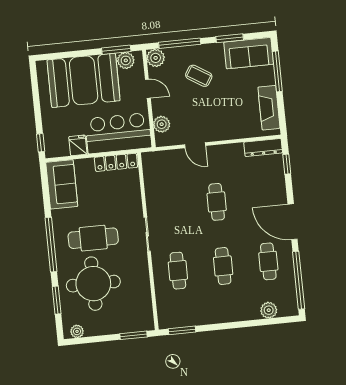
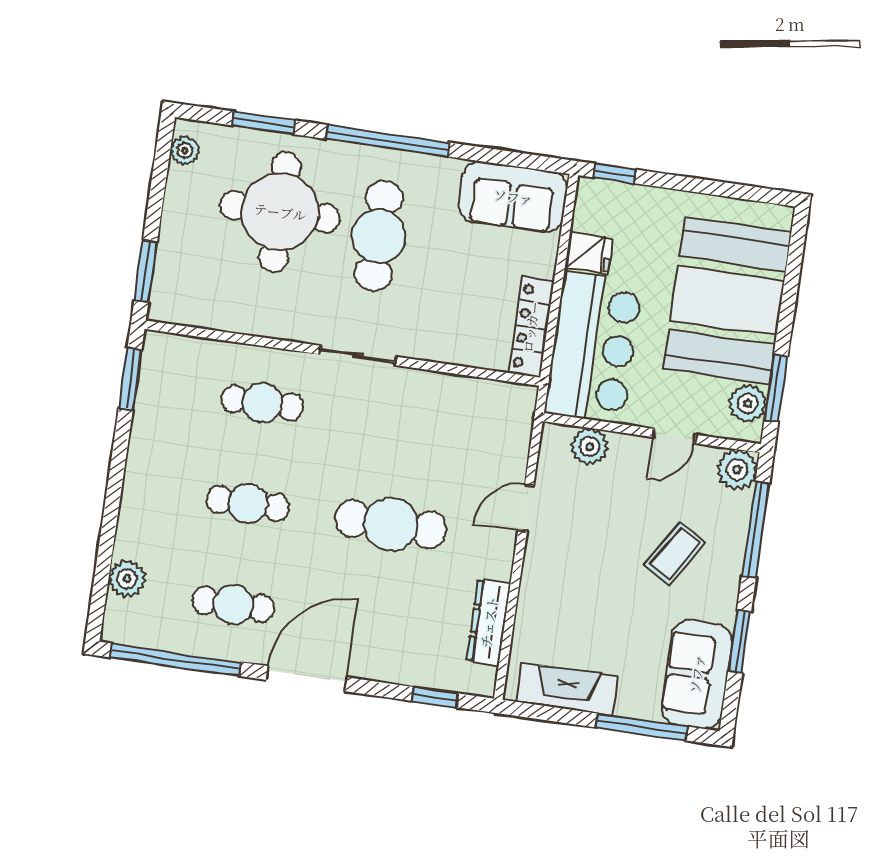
dresser: (263, 147) -> (489, 622), moved
cafe table: (217, 202) -> (391, 524), width x1.37, depth x1.35

